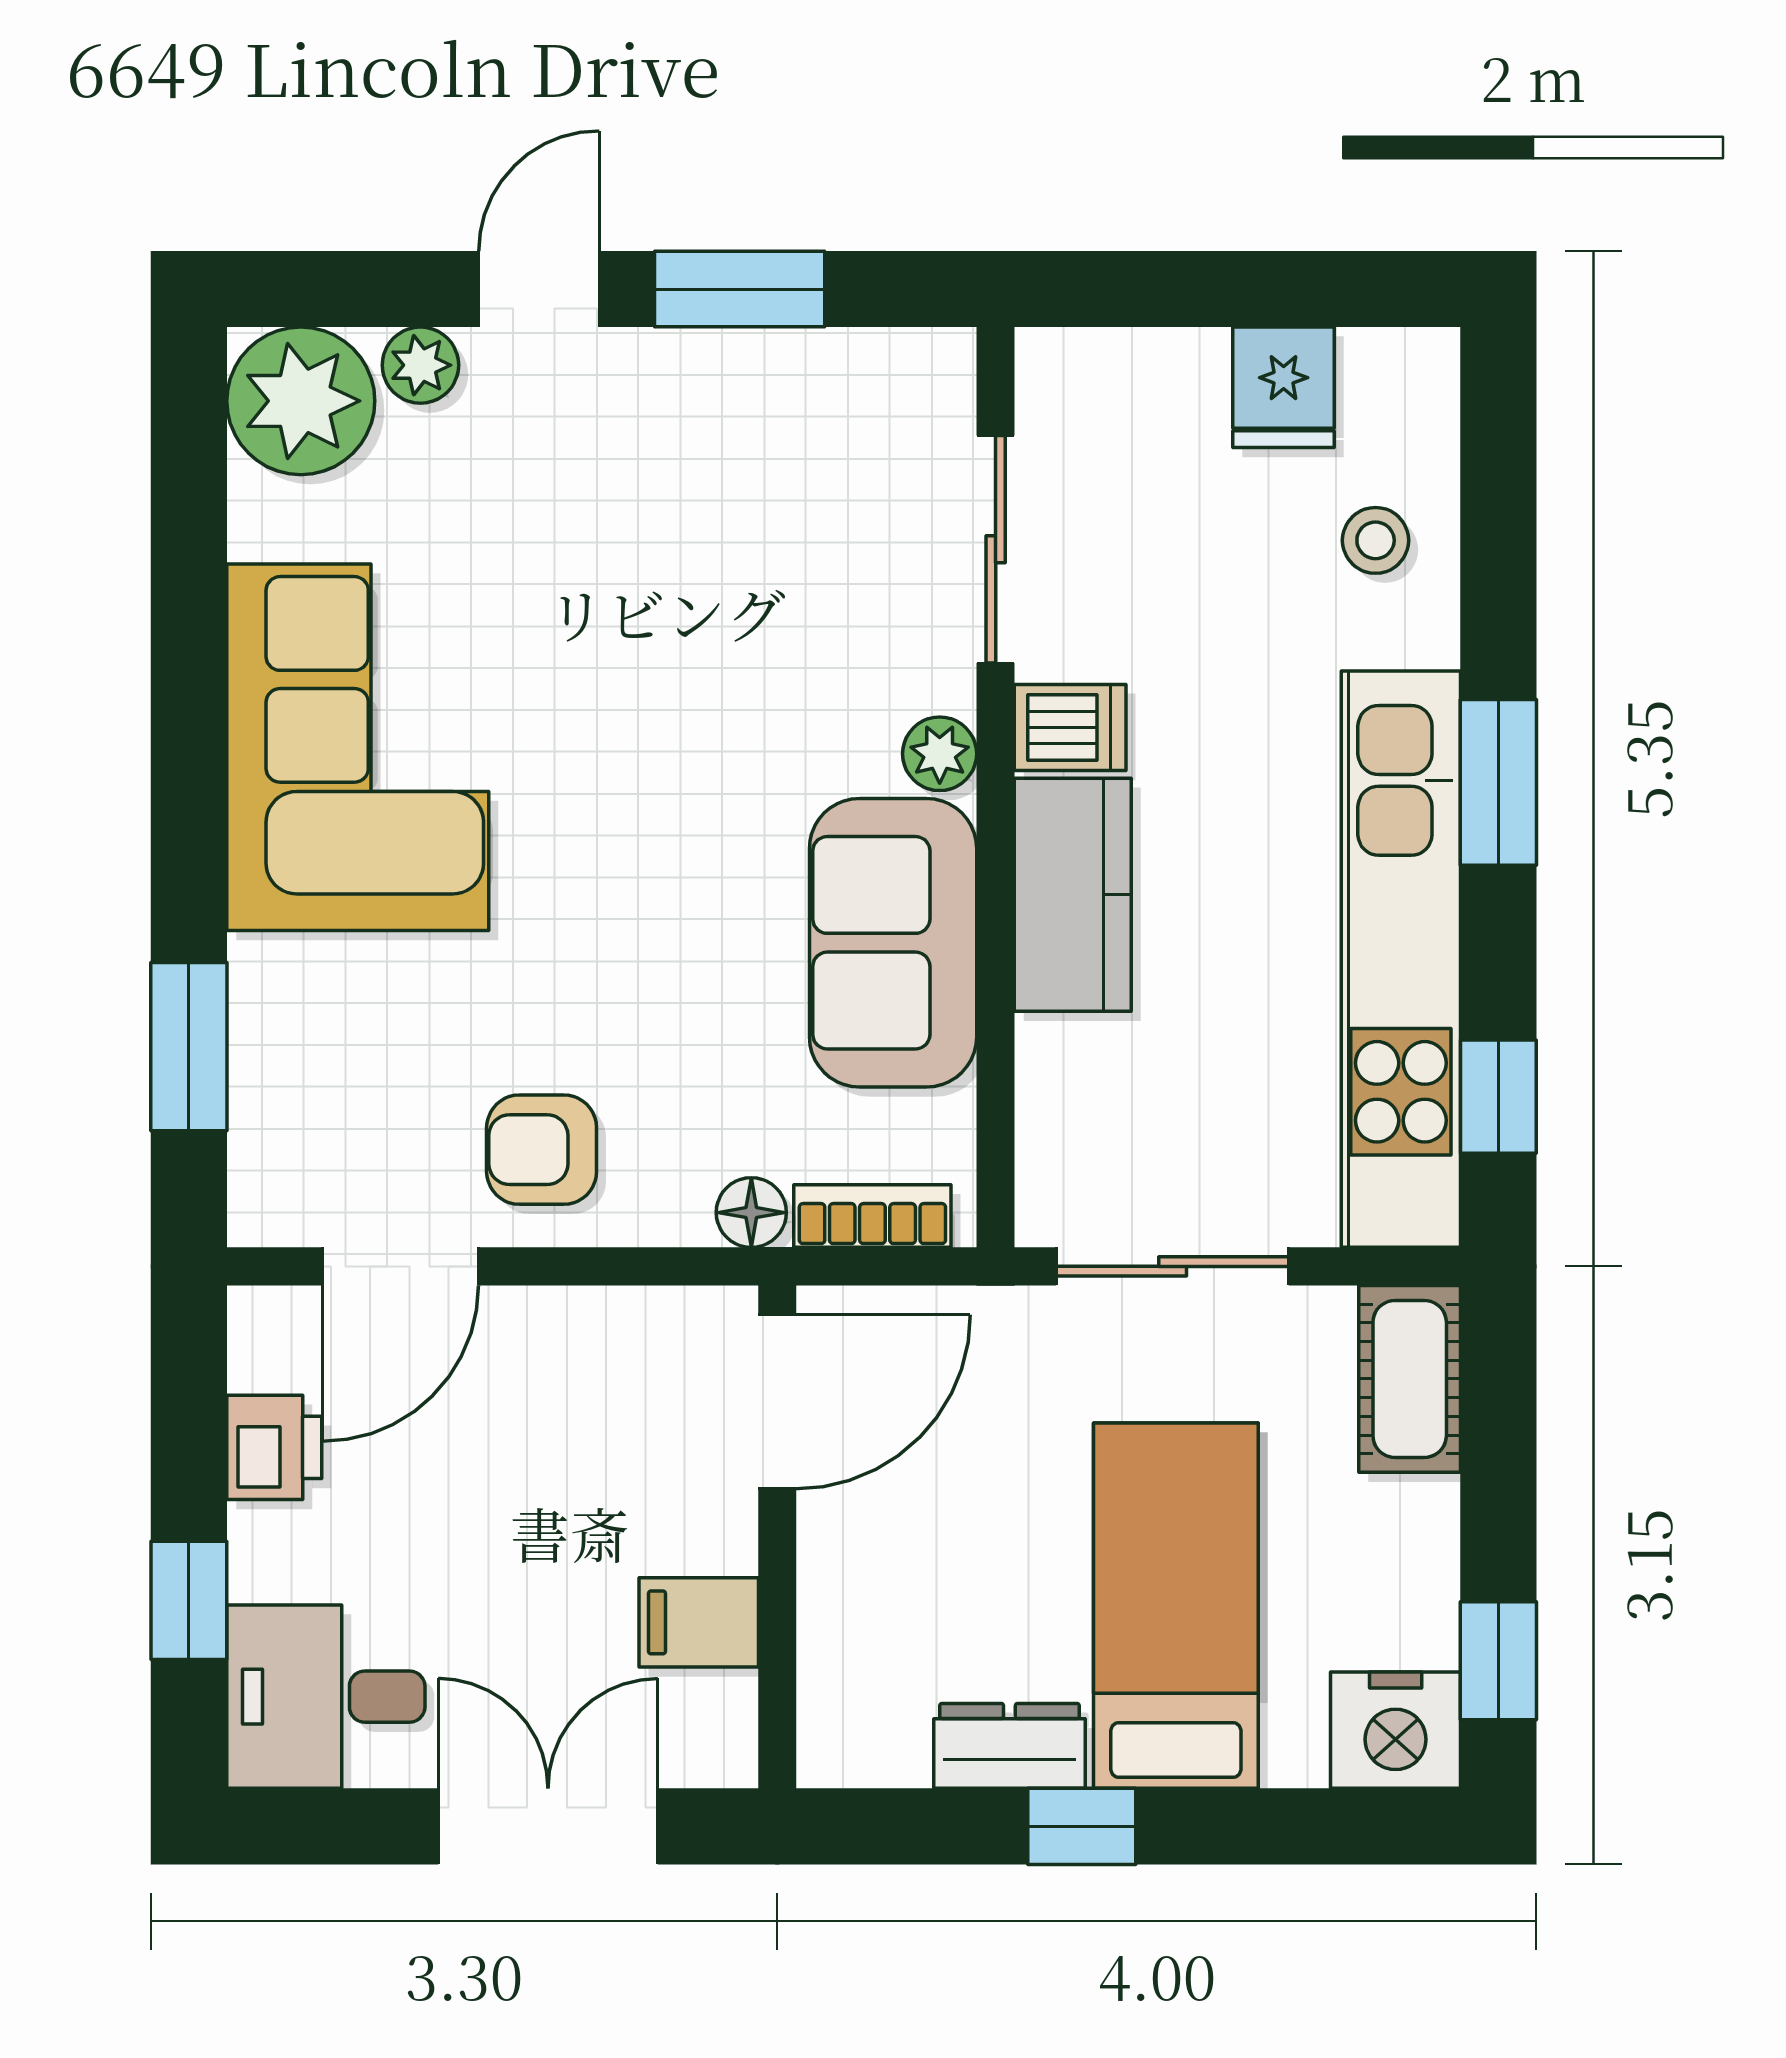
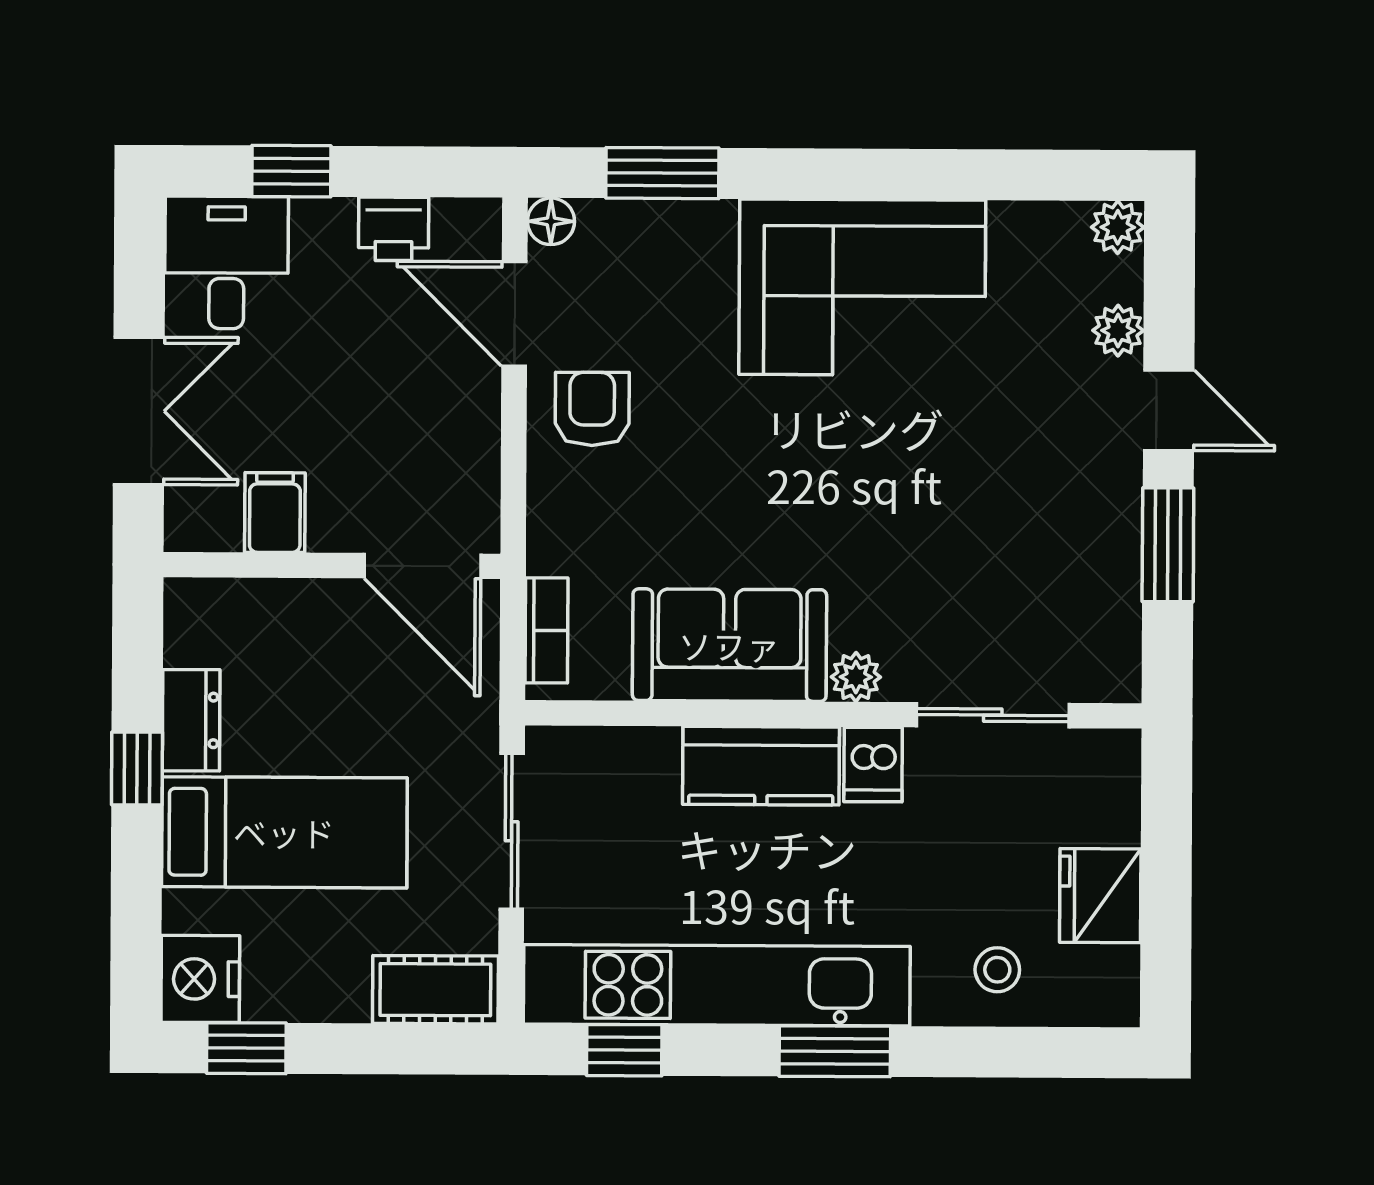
fridge: (1284, 387) -> (1100, 896), width x1.38
plant: (301, 401) -> (1118, 227), width x0.53, depth x0.53
floor lamp: (751, 1213) -> (551, 221), moved

